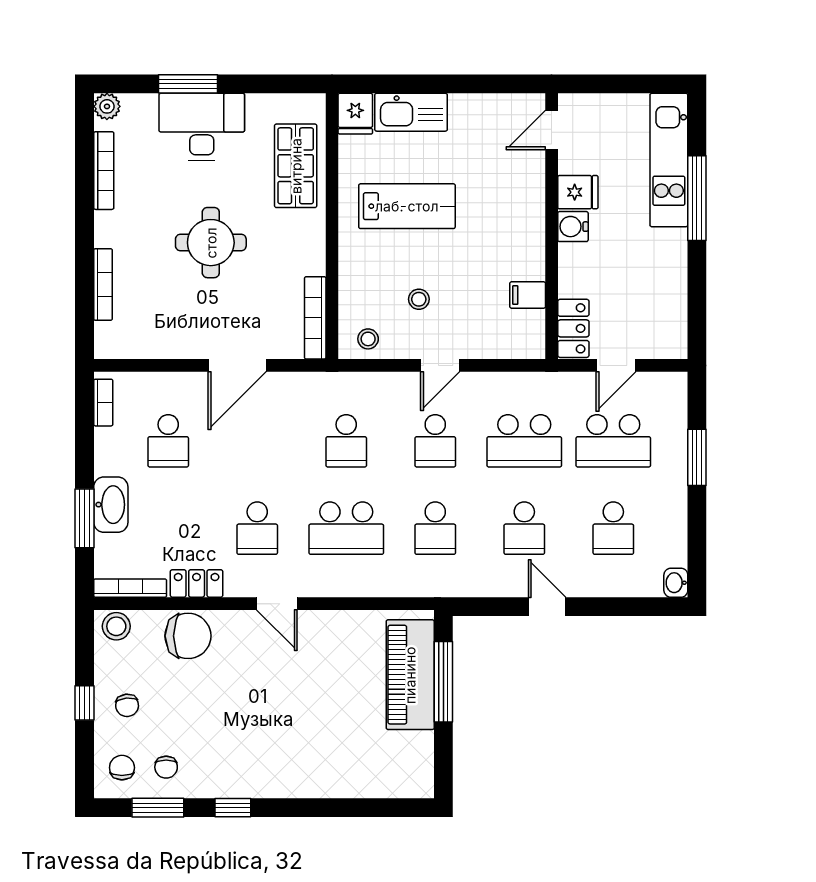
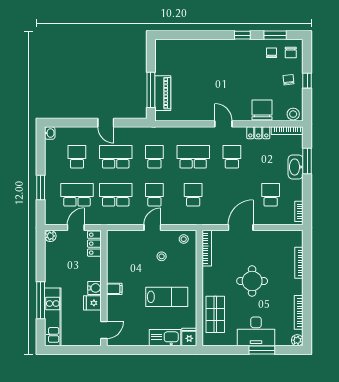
lab bench: (407, 206) -> (167, 297), turned 180
filing cabinet: (528, 295) -> (114, 289), moved
plant: (675, 346) -> (50, 236), added
school desk: (524, 528) -> (116, 157), width x1.85
chair: (188, 636) -> (262, 110), turned 90
piano: (410, 675) -> (163, 93), width x0.73, depth x0.75

